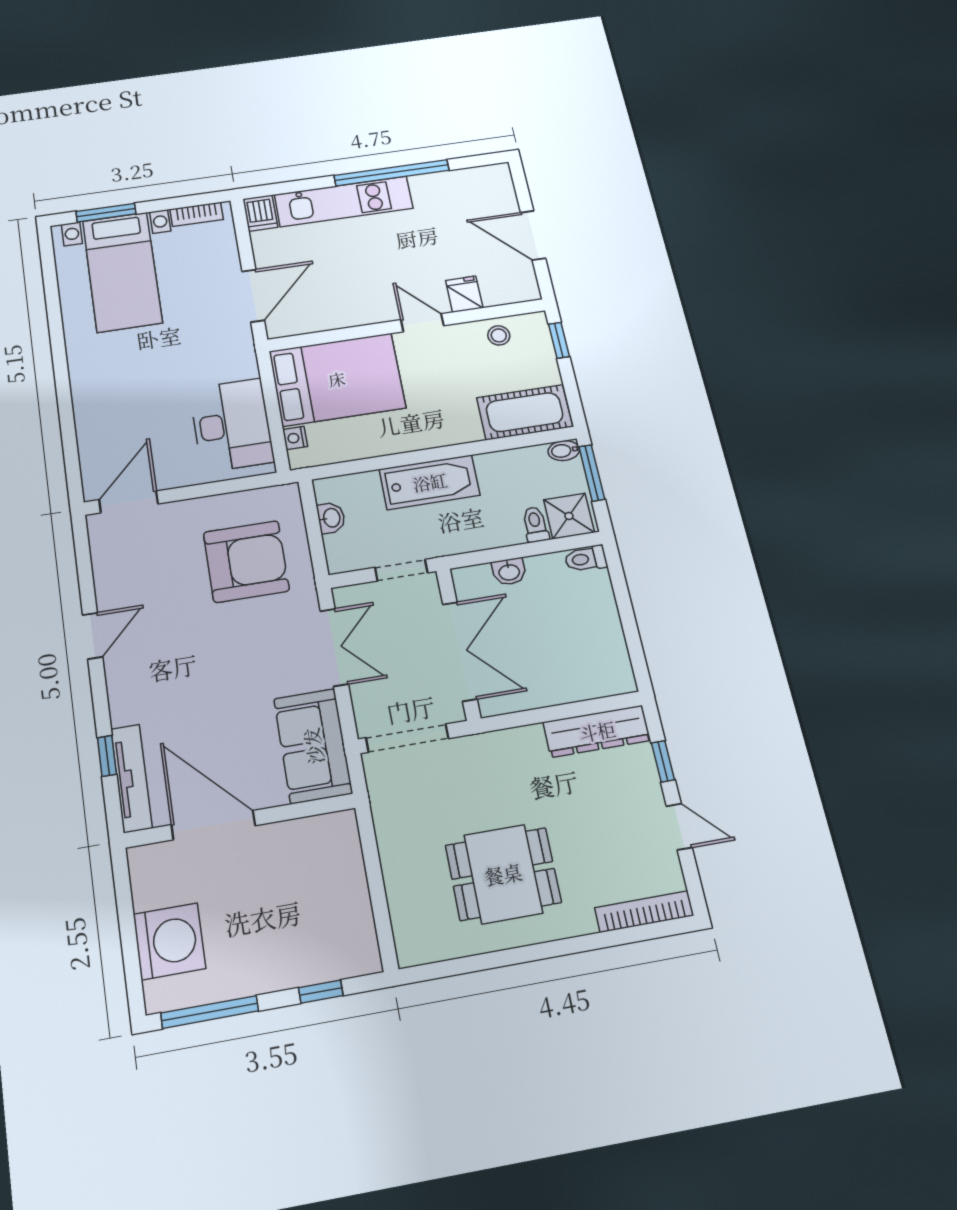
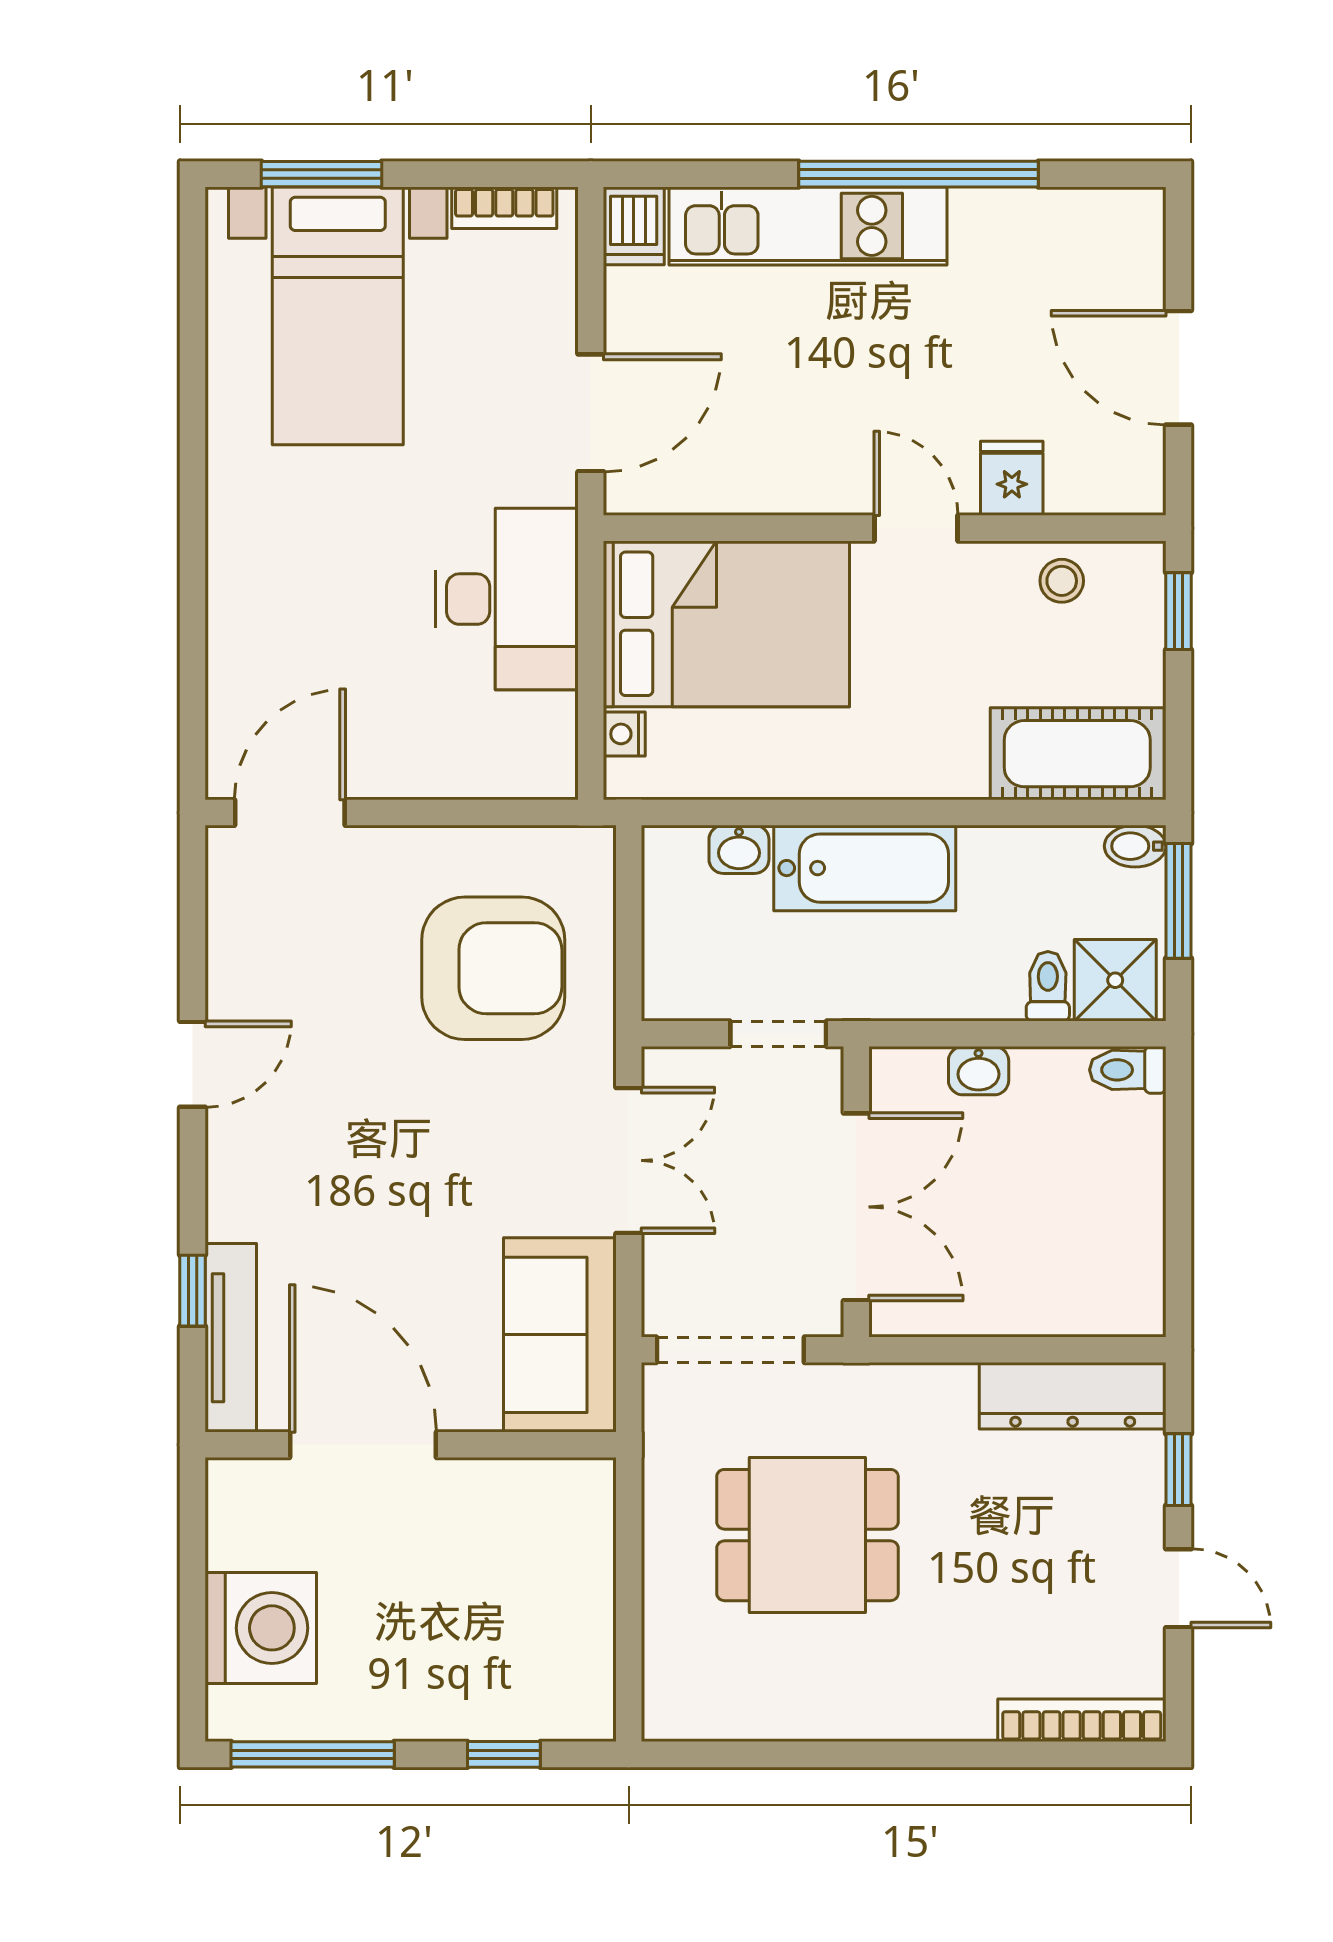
desk: (232, 425) -> (507, 599), moved
washbasin: (331, 518) -> (739, 849), moved, turned 90
dining table: (503, 874) -> (807, 1535), moved

